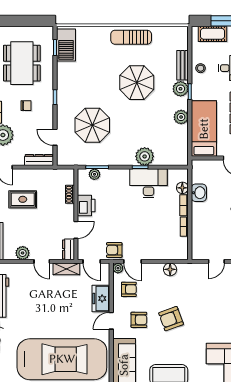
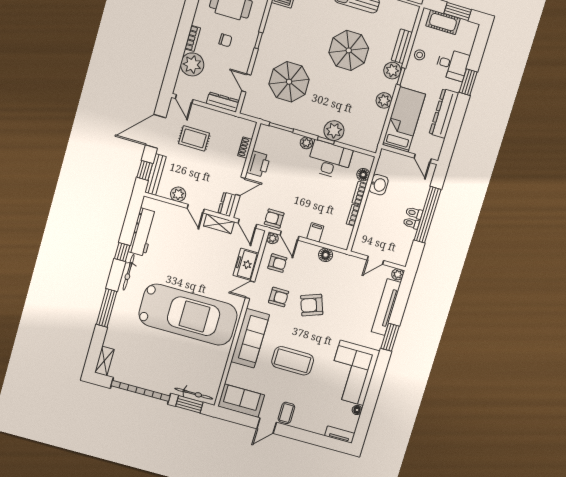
plant: (94, 174) -> (306, 143), moved
filing cabinet: (155, 252) -> (315, 232), added

